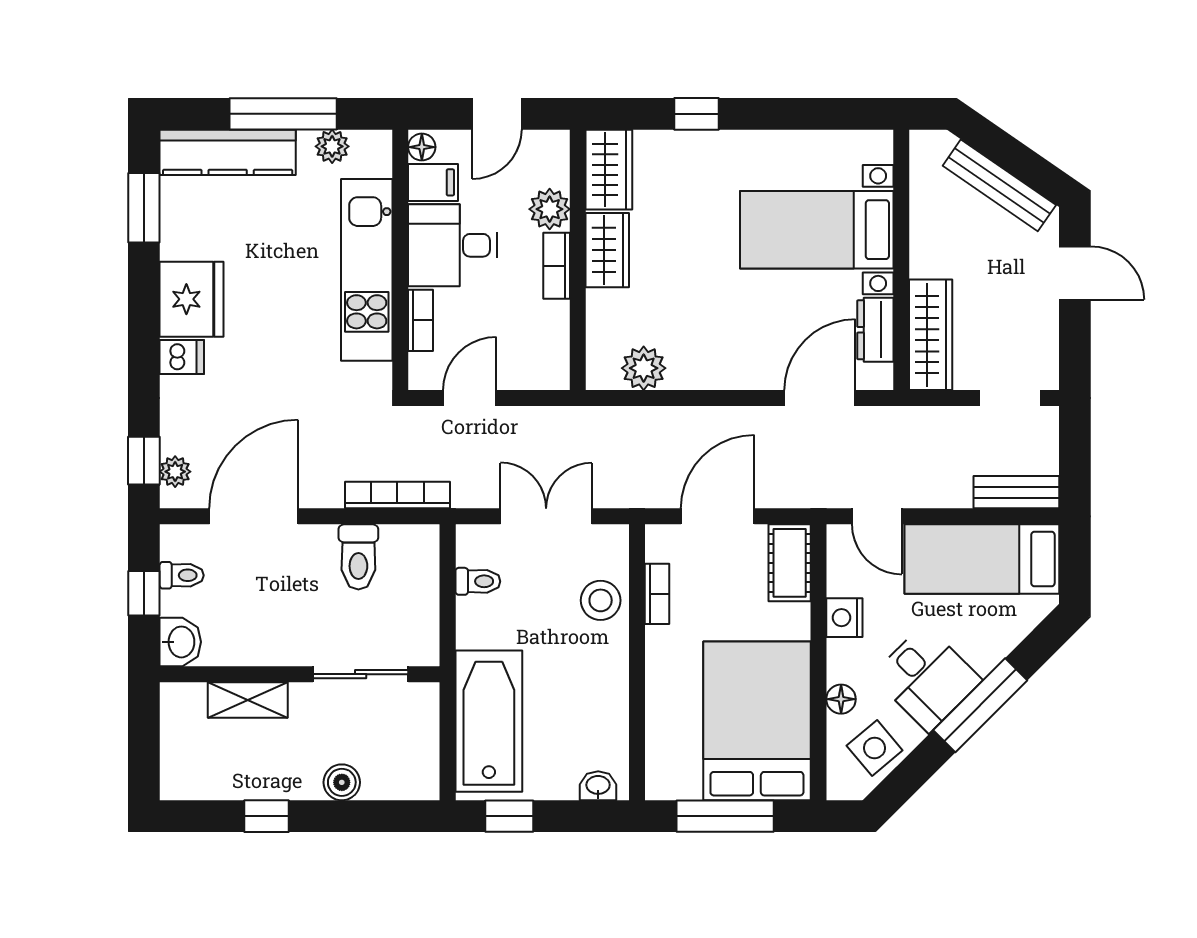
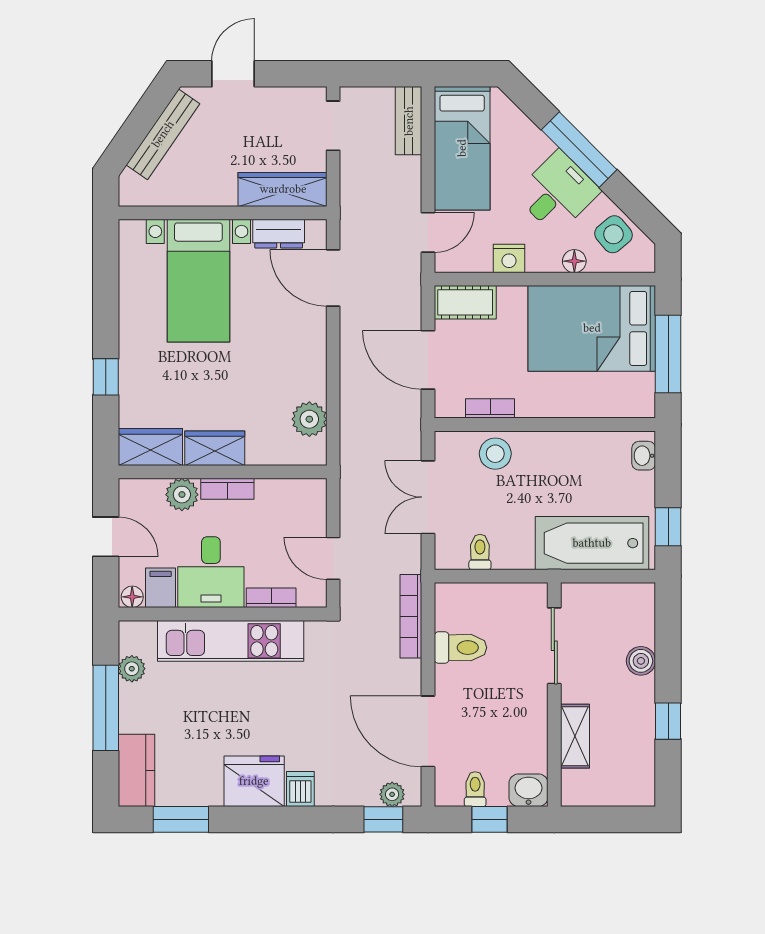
kitchen counter: (228, 152) -> (137, 770), width x0.67

